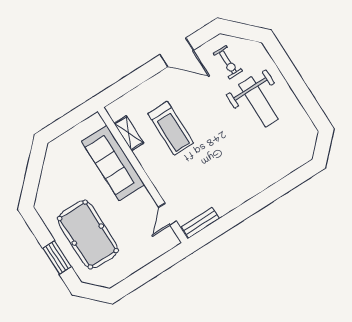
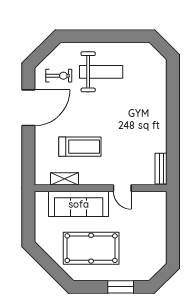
door: (177, 52) -> (28, 108), width x1.36
door: (168, 214) -> (122, 188), moved
pool table: (88, 235) -> (91, 248), moved

